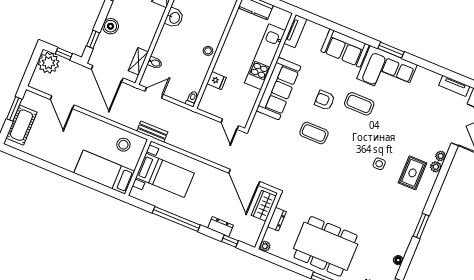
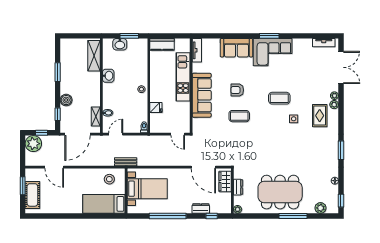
door: (107, 74) -> (77, 134), hinge flipped
coffee table: (359, 104) -> (279, 98), moved

